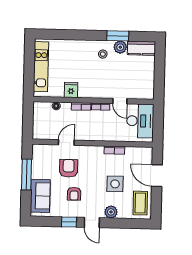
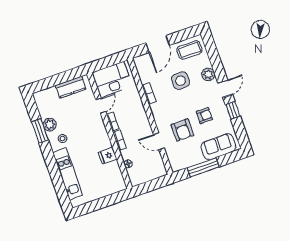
kitchen counter: (141, 48) -> (71, 87), moved, turned 90
kitchen unit: (41, 67) -> (68, 174), moved, turned 90
armchair: (68, 168) -> (182, 130), turned -90

